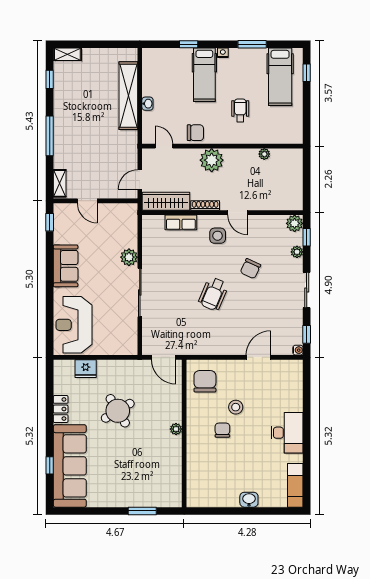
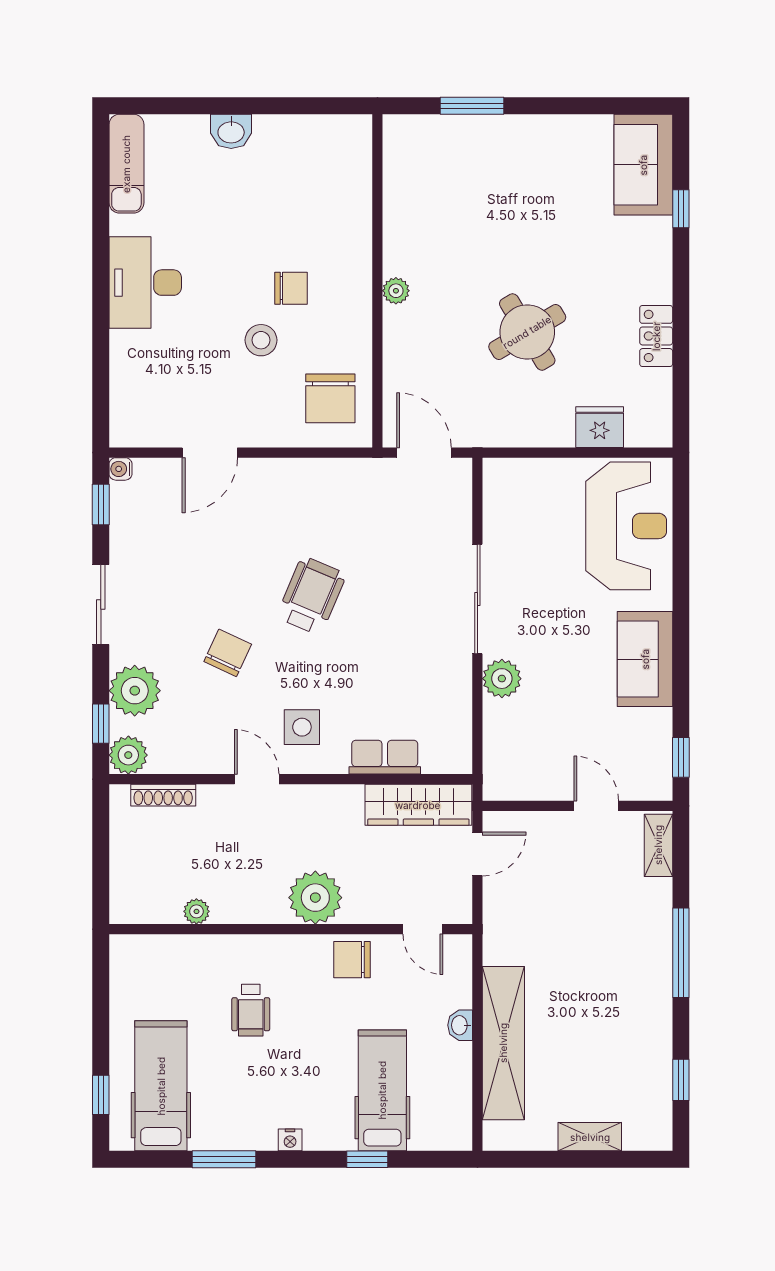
shelving: (67, 54) -> (590, 1137), moved
hospital bed: (204, 75) -> (382, 1090), moved
shoe rack: (205, 206) -> (163, 795), moved
plant: (297, 252) -> (135, 691), width x1.87, depth x1.87
chair: (222, 430) -> (291, 288), turned -90
sofa: (70, 466) -> (643, 165), width x0.54, depth x0.79

